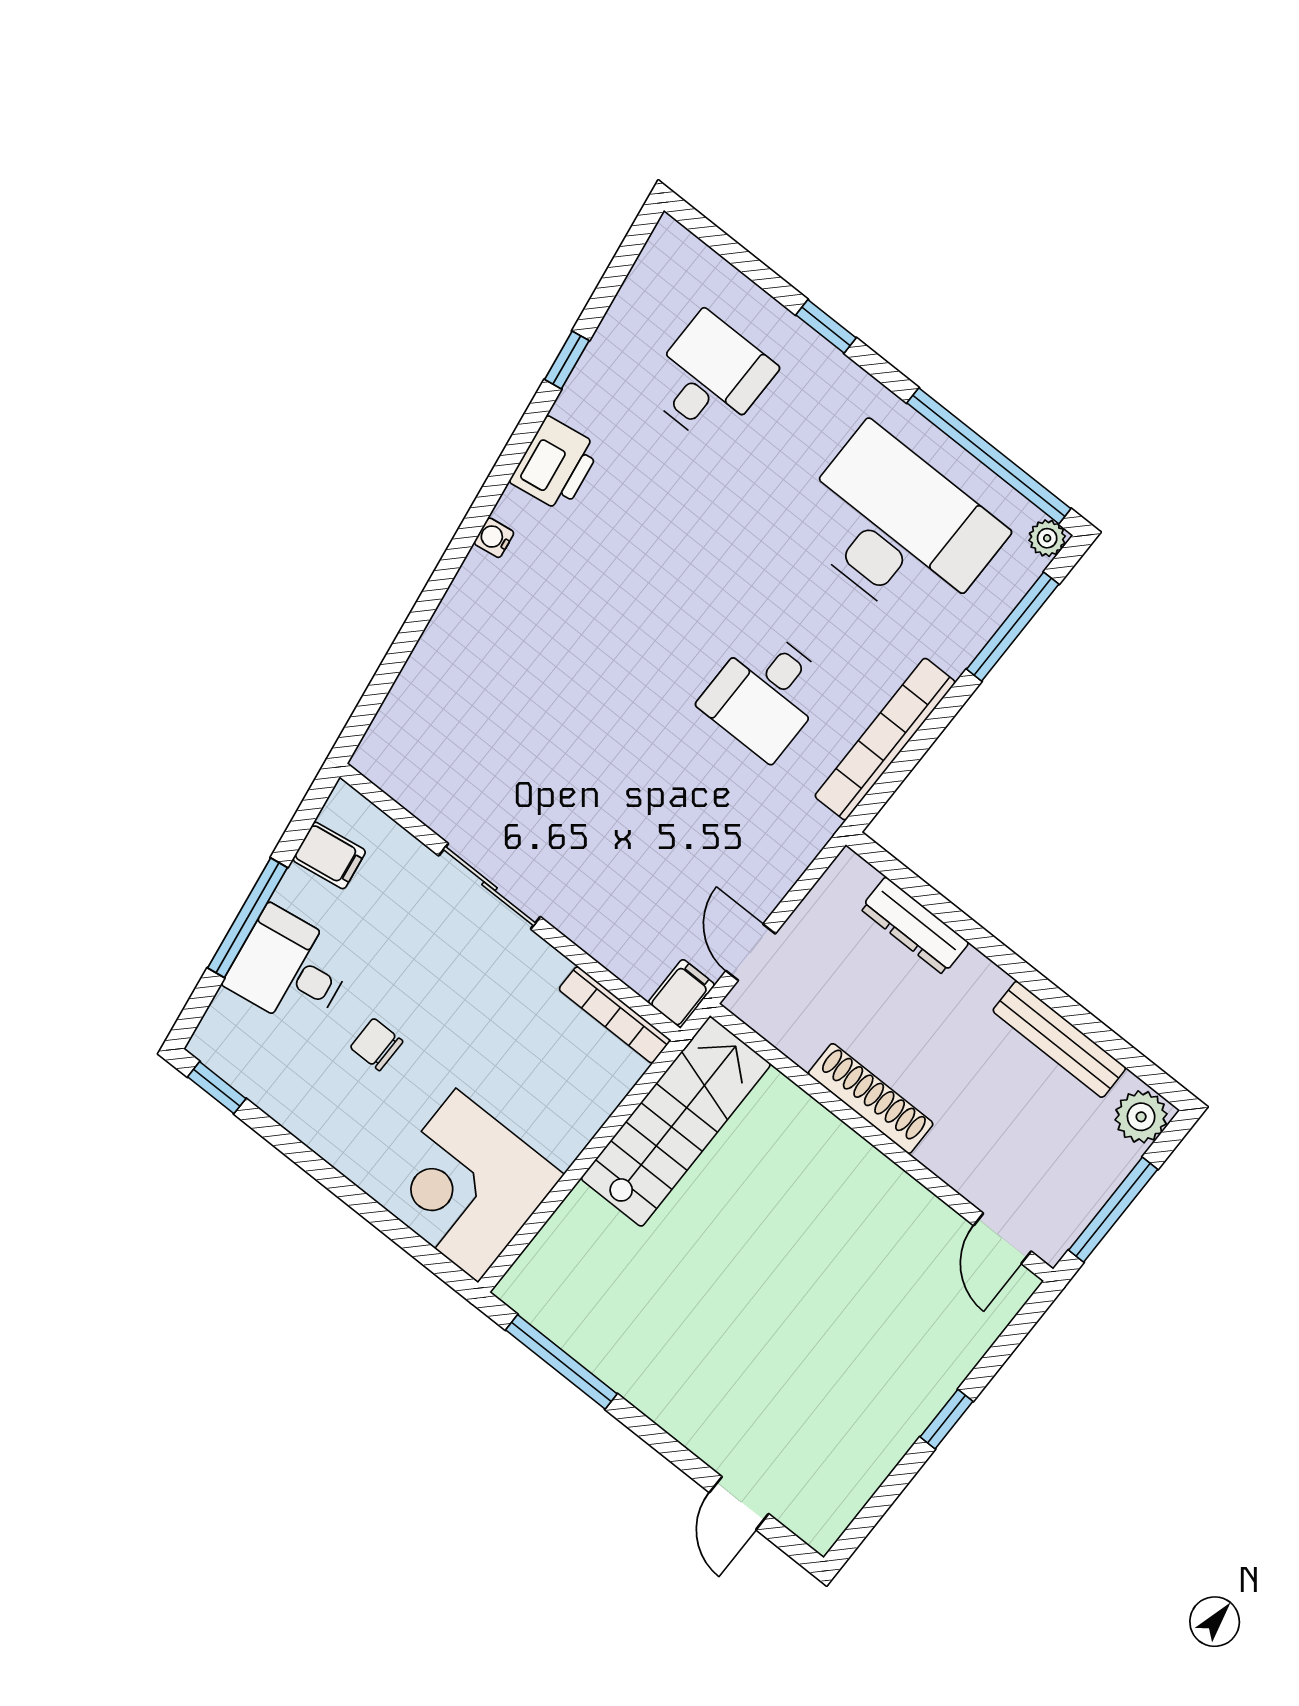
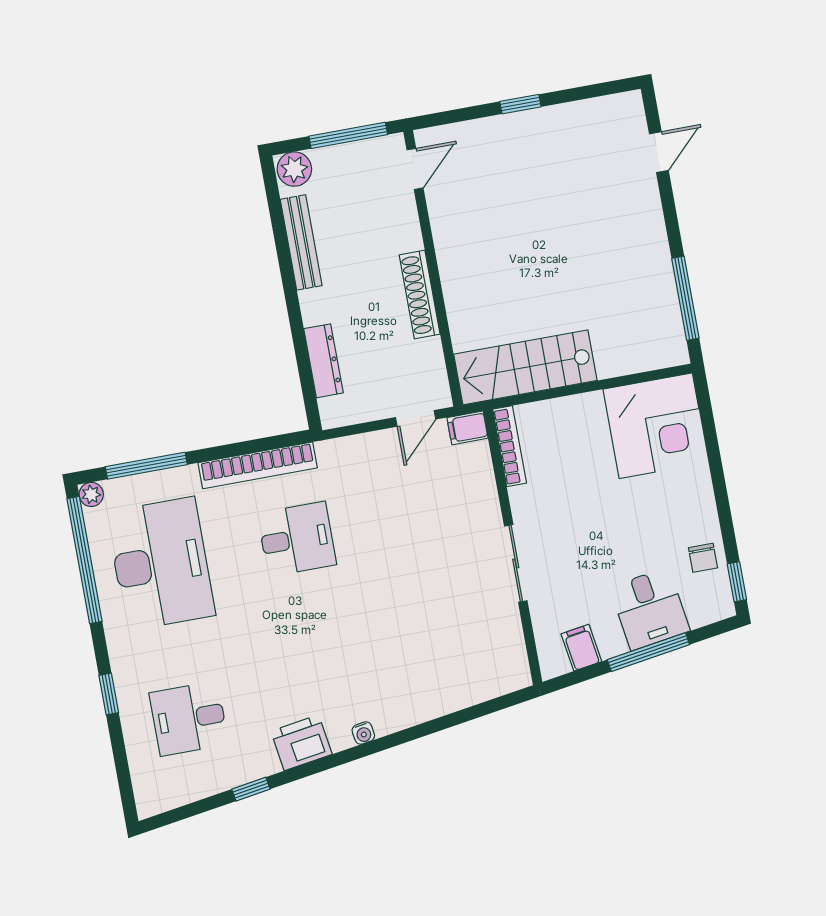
desk: (897, 528) -> (161, 564), turned 180
chair: (377, 1044) -> (703, 558), moved

